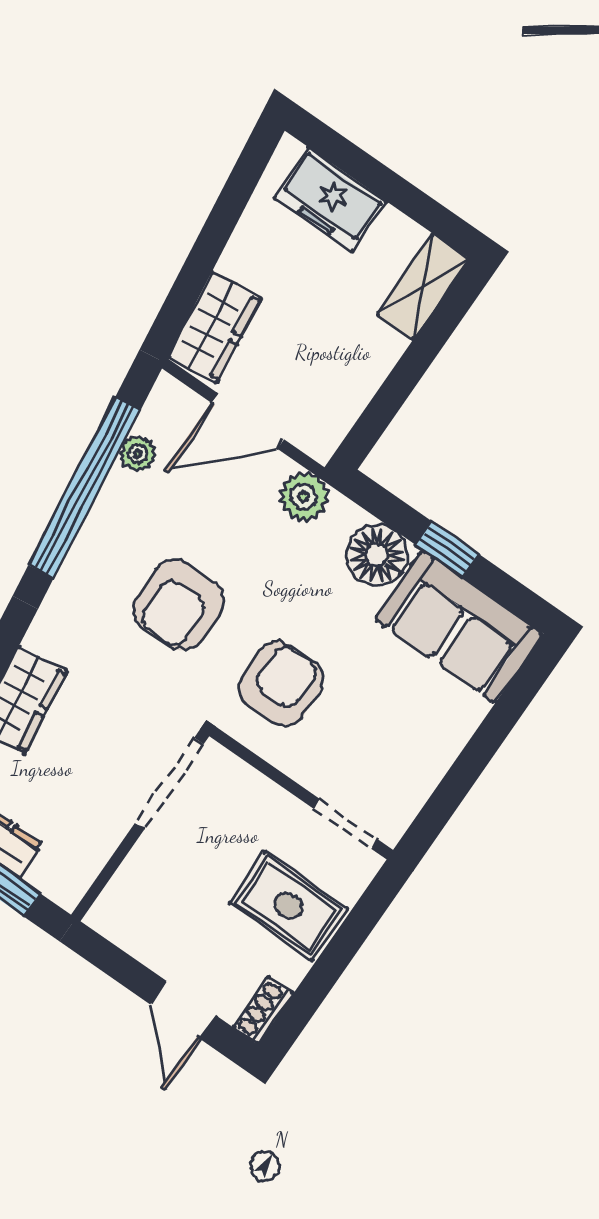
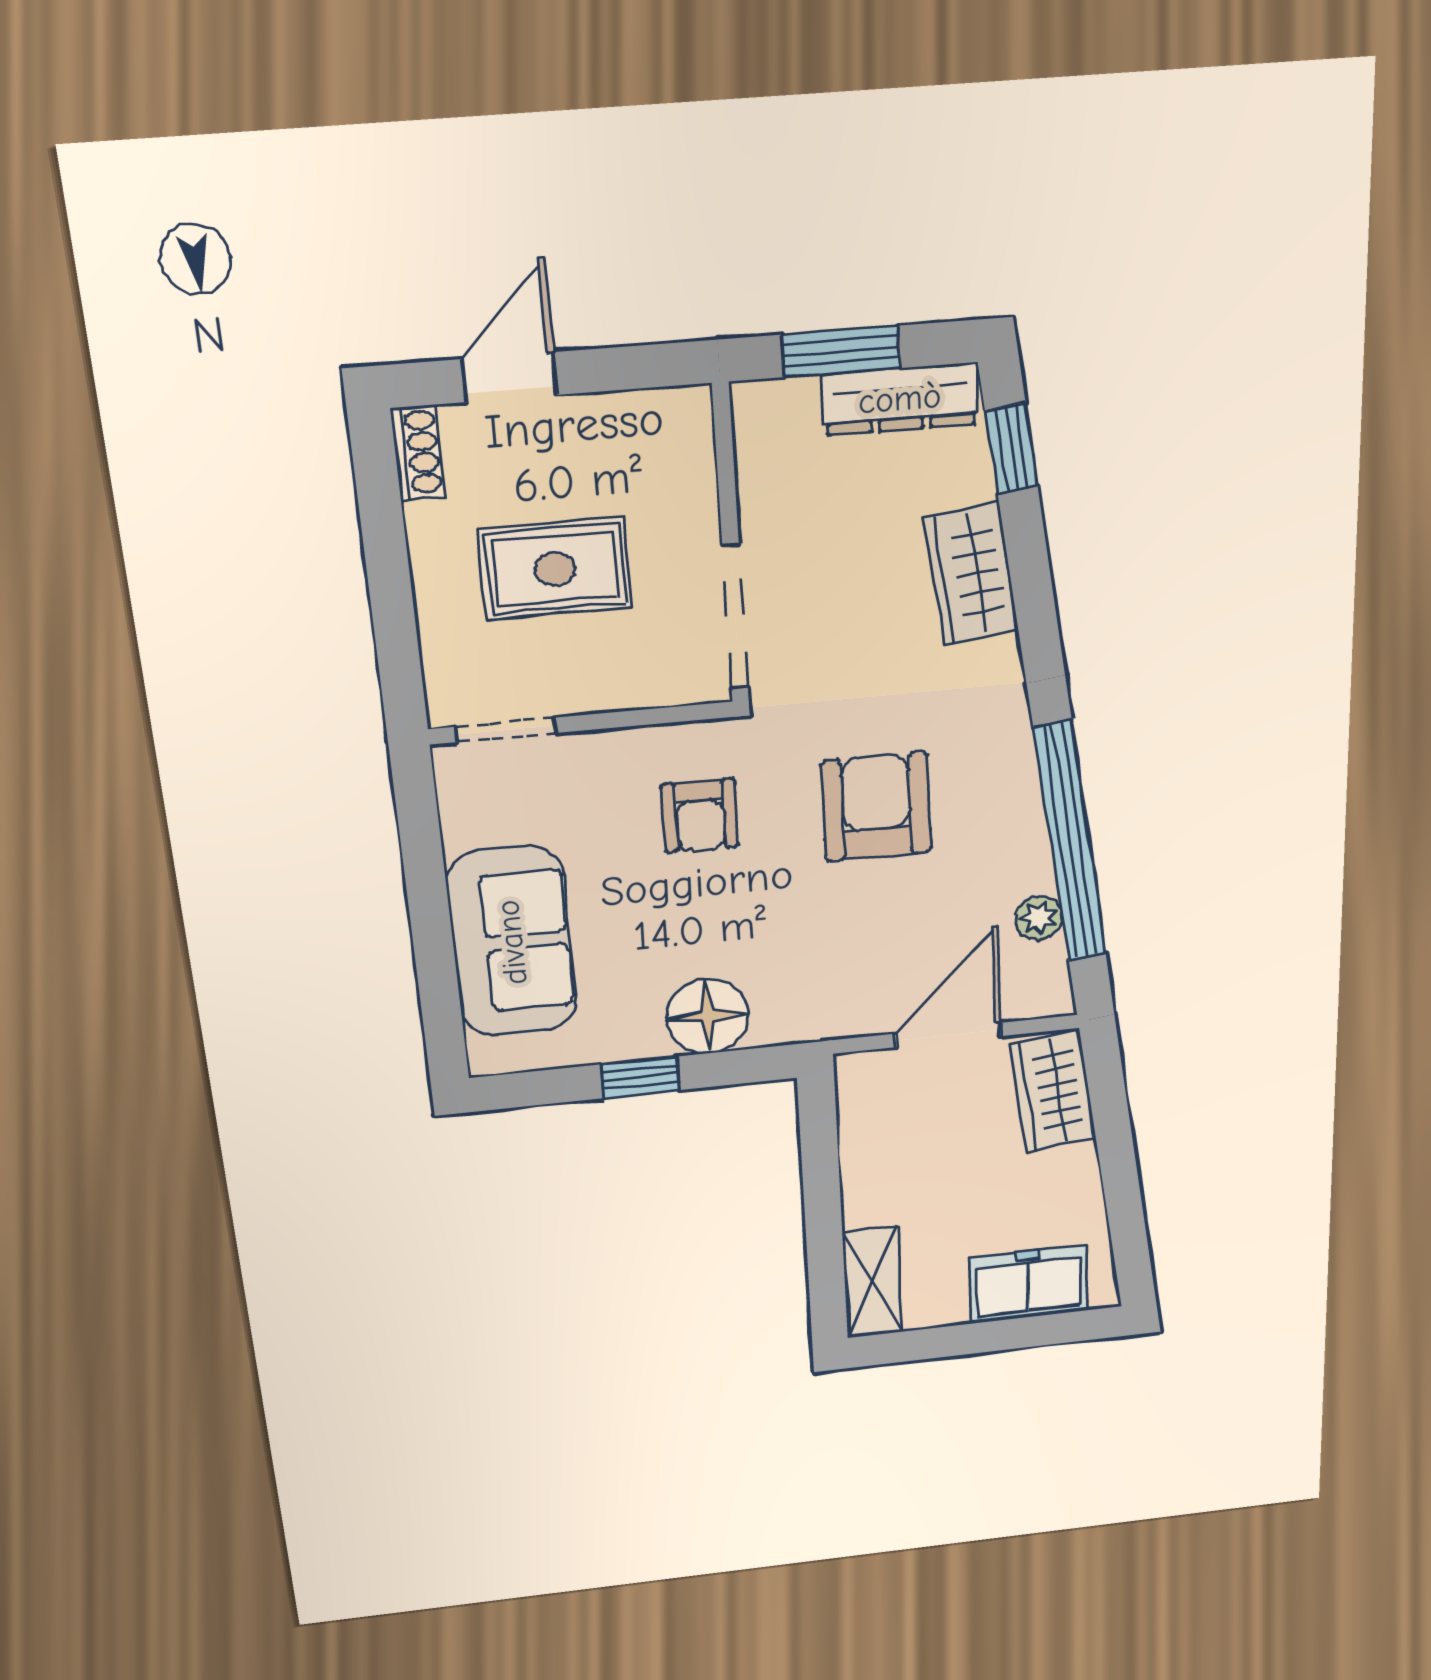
plant: (304, 497) -> (831, 1011), removed
sofa: (459, 627) -> (512, 942), moved, turned 90
armchair: (281, 684) -> (700, 816), width x0.72, depth x0.72
rug: (289, 906) -> (555, 569), moved
door: (183, 1010) -> (509, 377), hinge flipped

